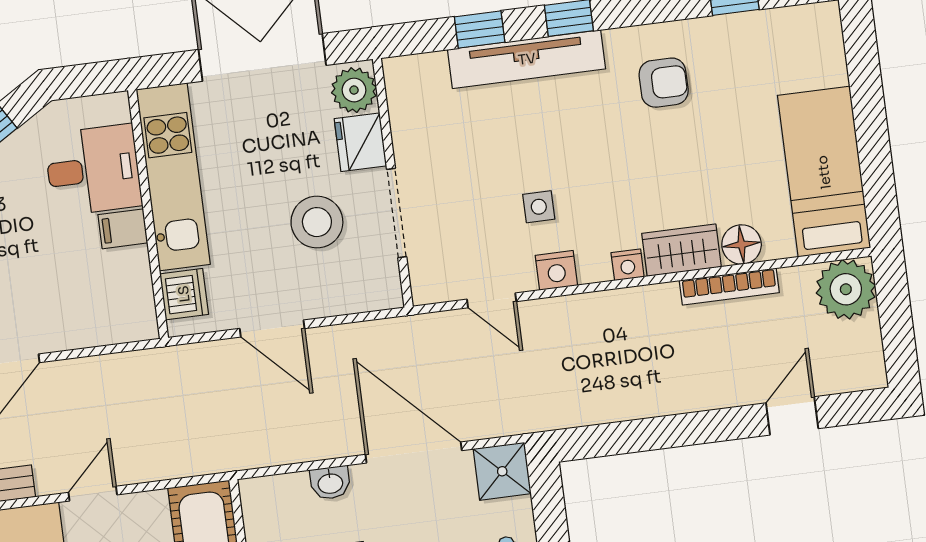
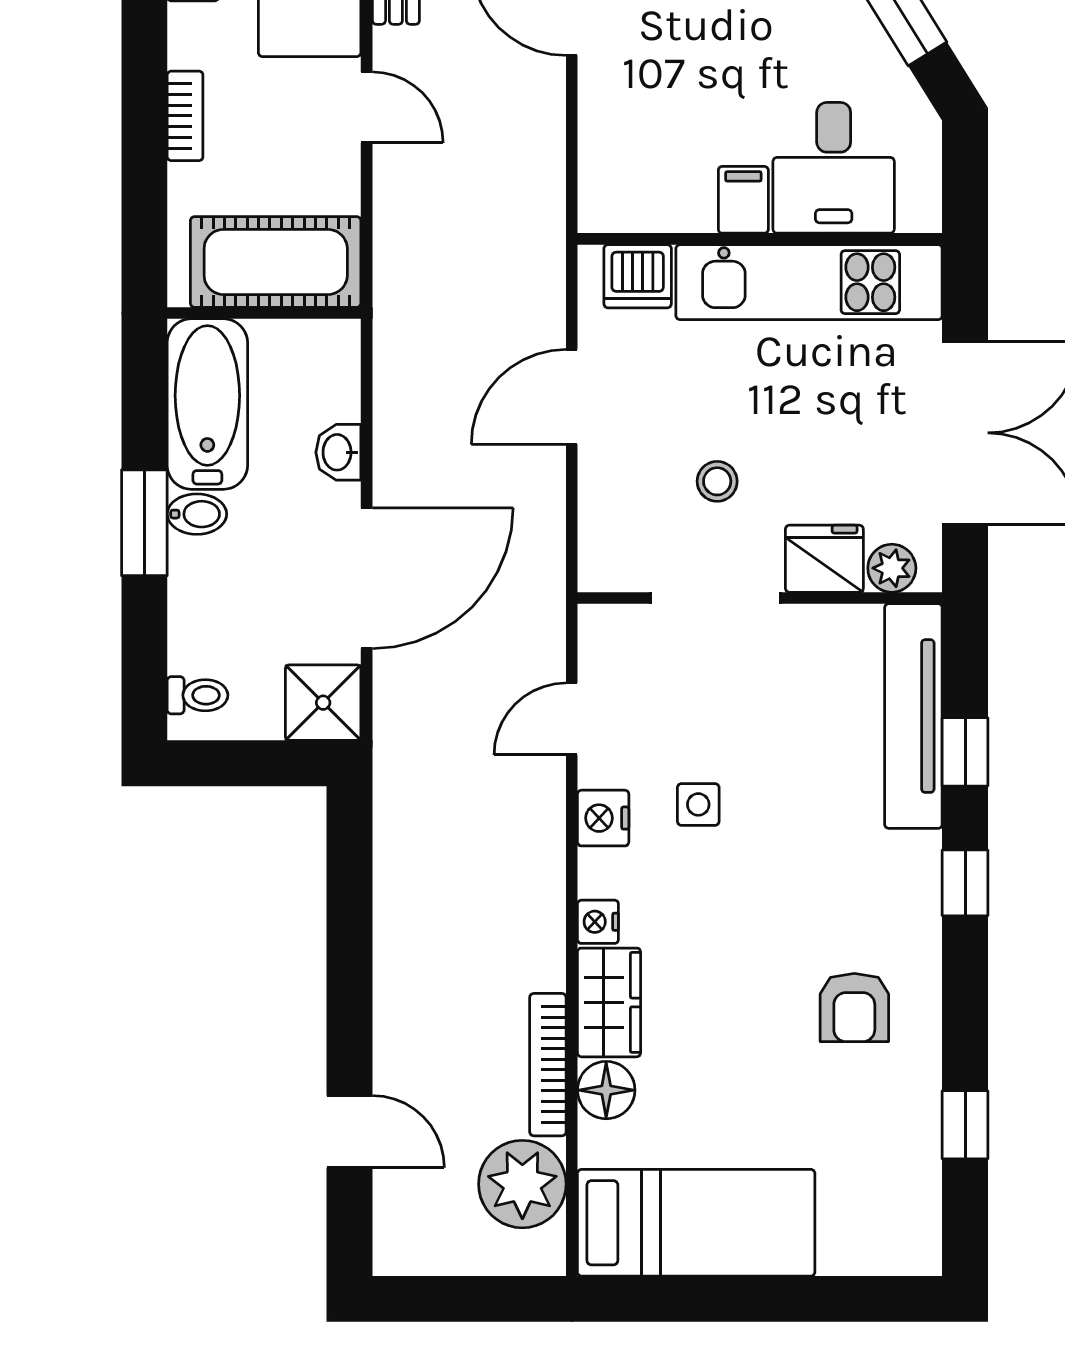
tv unit: (527, 59) -> (913, 716), moved
plant: (354, 90) -> (892, 568), width x0.73, depth x0.73
stool: (317, 222) -> (717, 481), width x0.53, depth x0.53
plant: (846, 289) -> (522, 1184), moved

